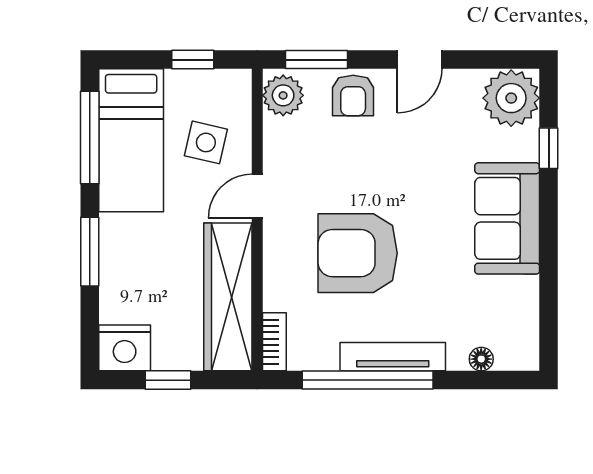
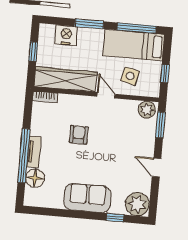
armchair: (353, 96) -> (144, 139), removed
armchair: (358, 253) -> (79, 135), width x0.53, depth x0.53
nightstand: (125, 348) -> (66, 35), moved, turned 90
tv unit: (393, 357) -> (34, 152), width x0.71
floor lamp: (481, 359) -> (35, 178), width x1.89, depth x1.89
window: (368, 380) -> (24, 156), moved

